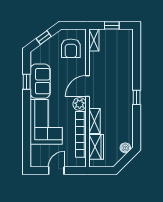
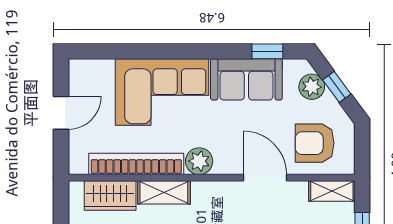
plant: (44, 50) -> (312, 87), added
window: (27, 82) -> (267, 51), moved
door: (88, 86) -> (265, 178), moved
door: (56, 171) -> (61, 113), hinge flipped

